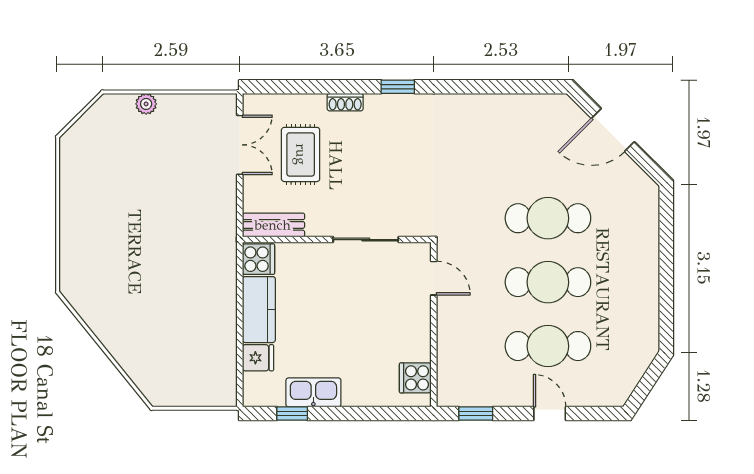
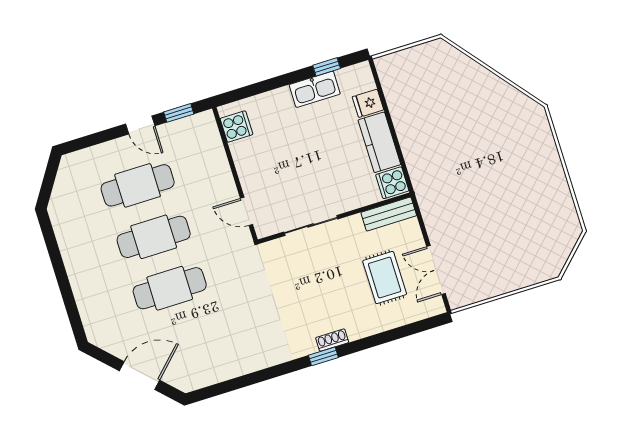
shoe rack: (345, 102) -> (332, 340), moved
plant: (146, 104) -> (522, 279), removed
door: (550, 414) -> (140, 125), moved

